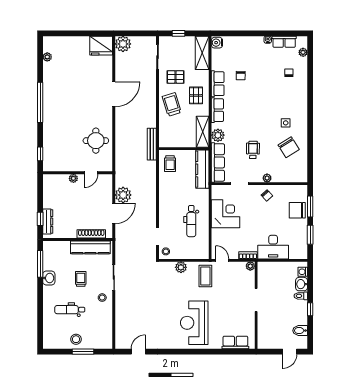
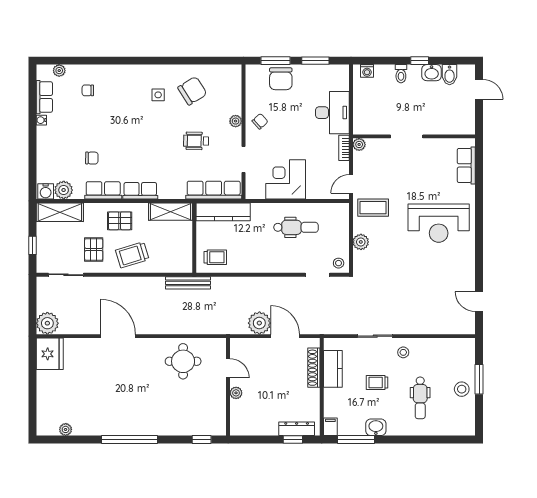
plant: (218, 135) -> (64, 190), moved
filing cabinet: (49, 246) -> (330, 427), added
kitchen counter: (90, 247) -> (333, 369), width x0.67
washbasin: (302, 284) -> (432, 73), moved

